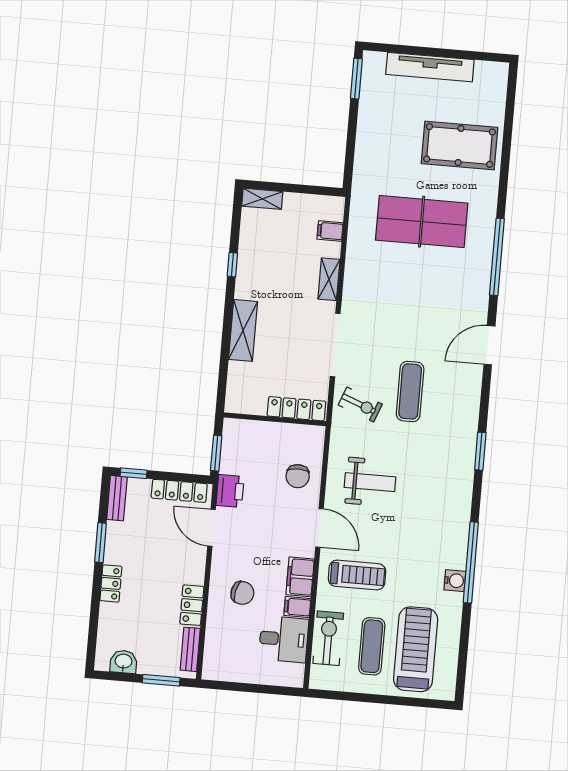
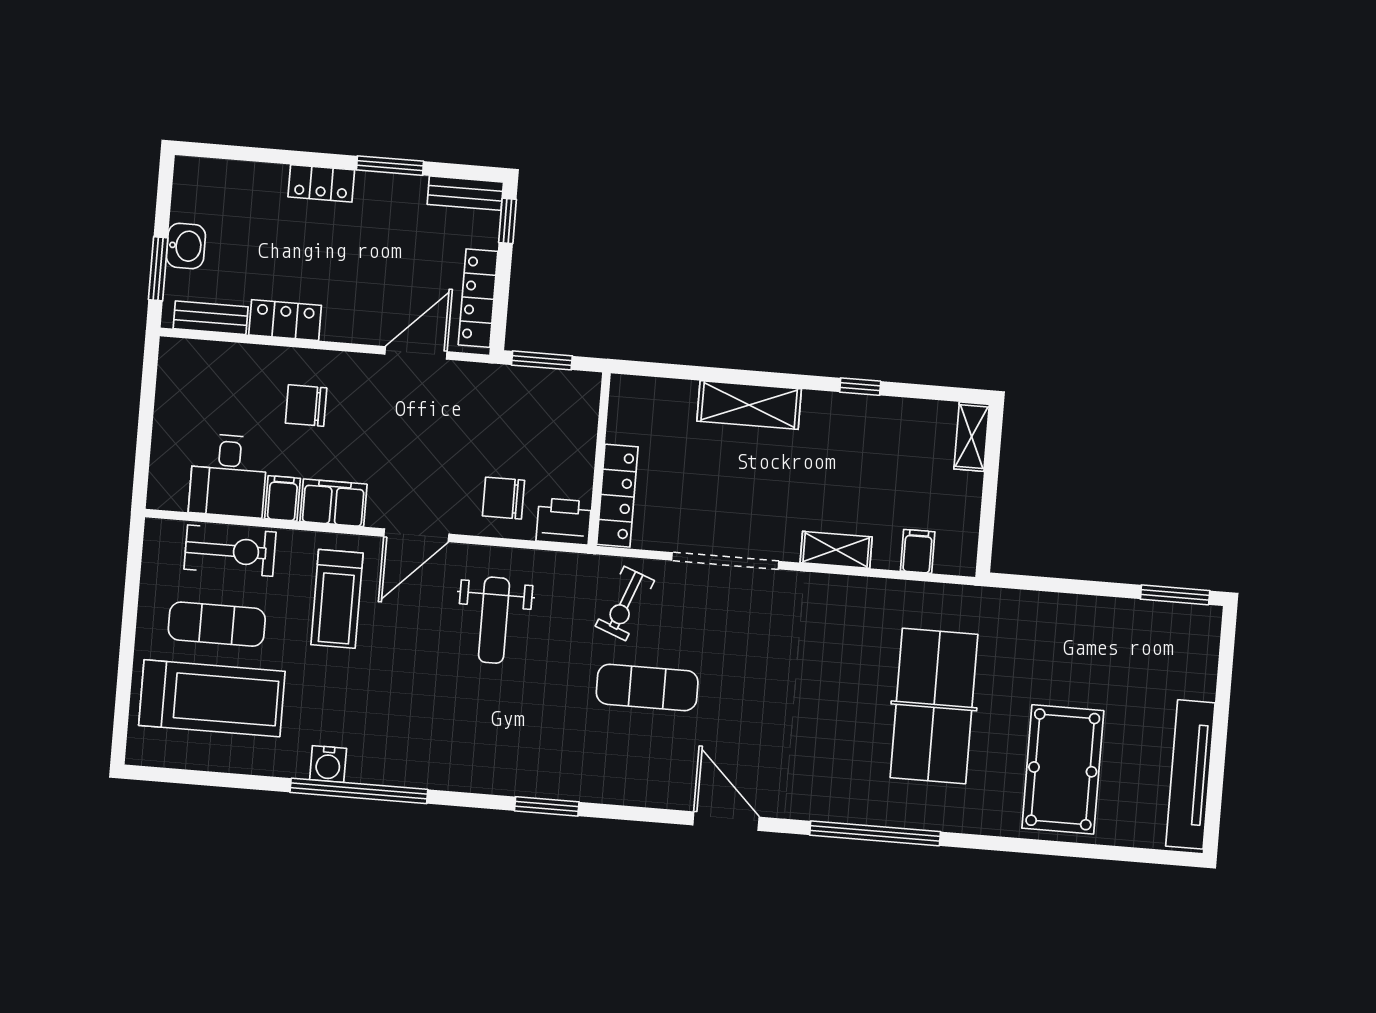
tv unit: (430, 67) -> (1190, 774), moved
printer: (230, 491) -> (564, 521), moved, turned 180
chair: (242, 593) -> (306, 405), turned 78
washbasin: (123, 662) -> (186, 246), moved

